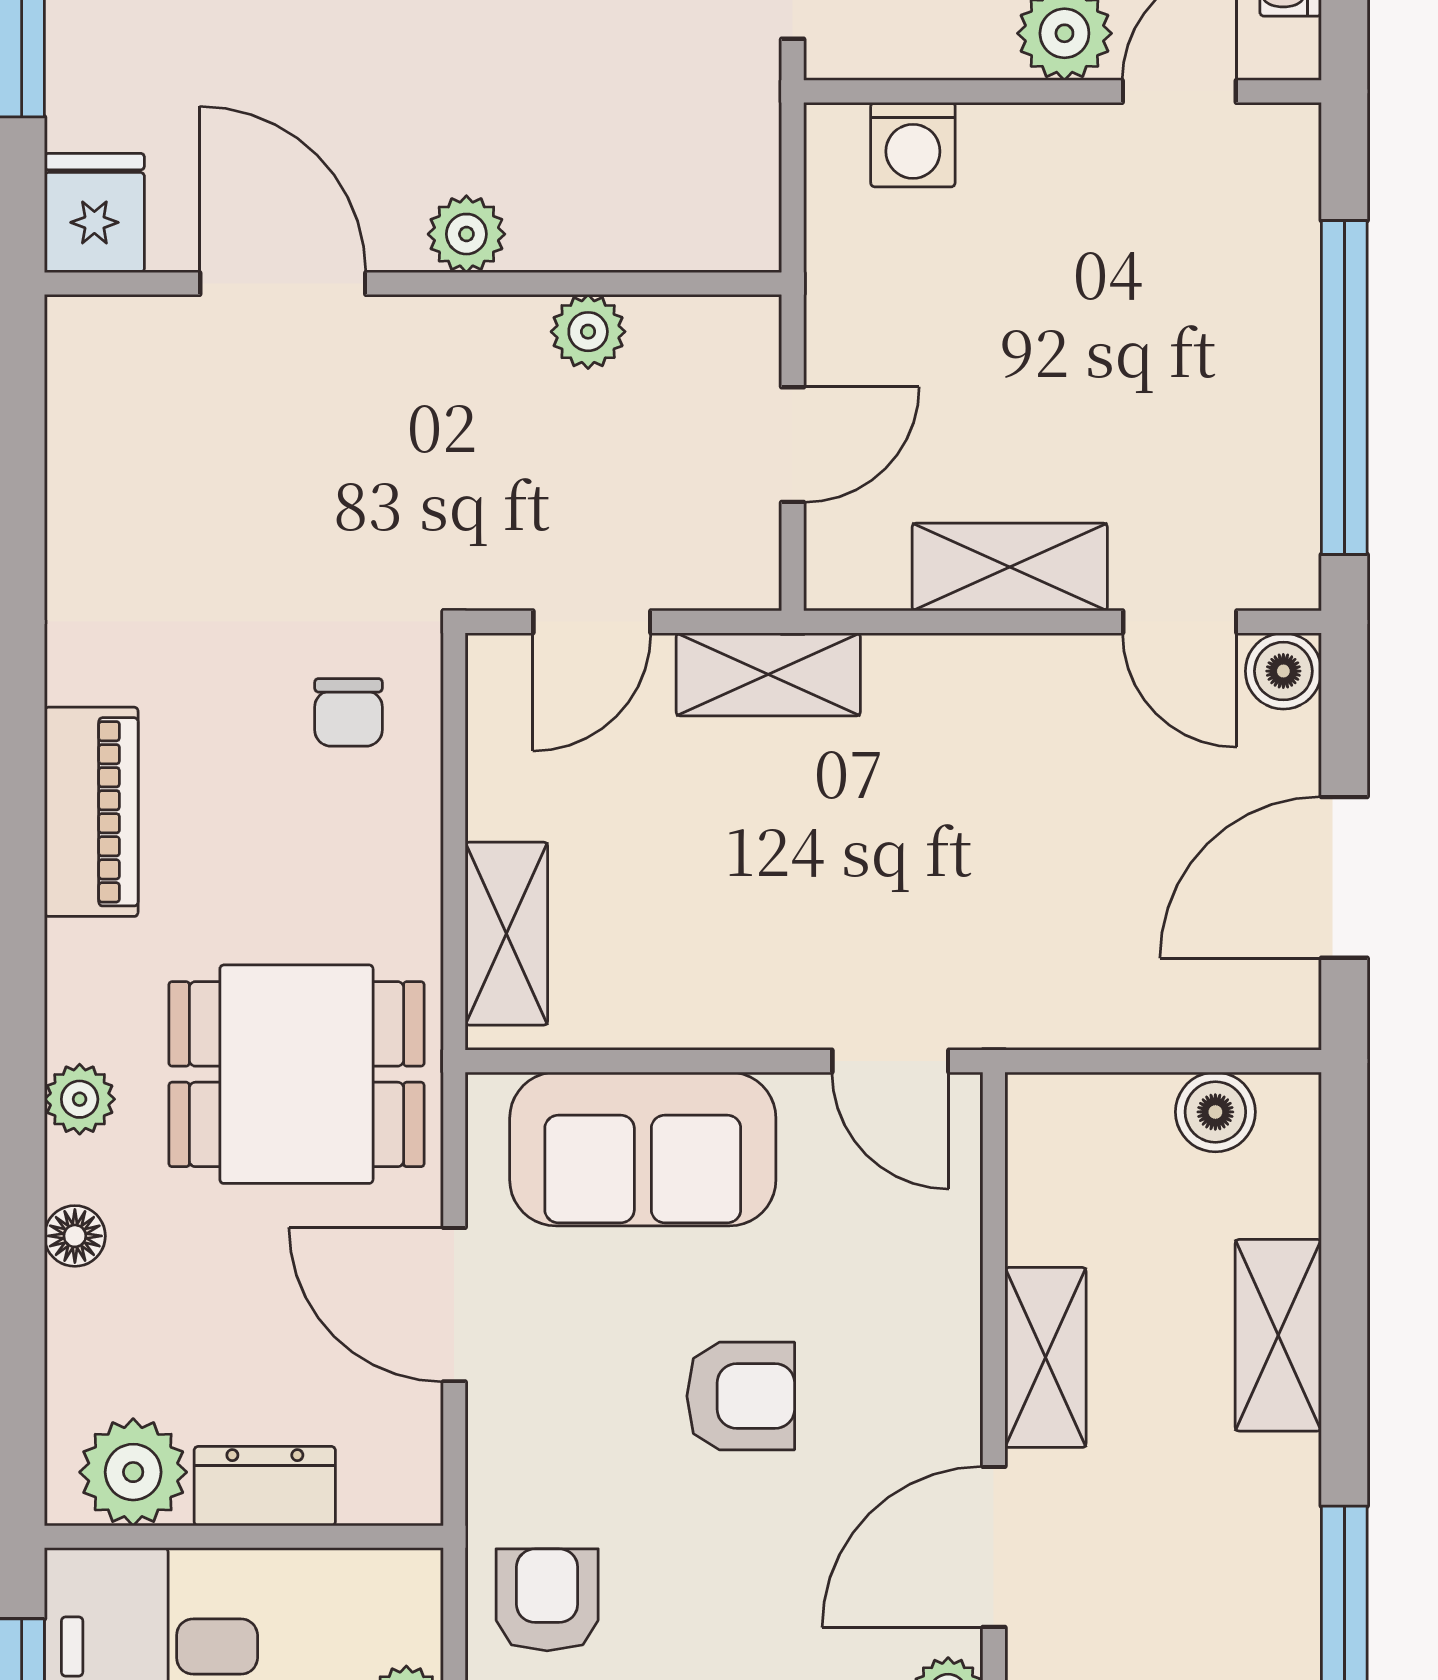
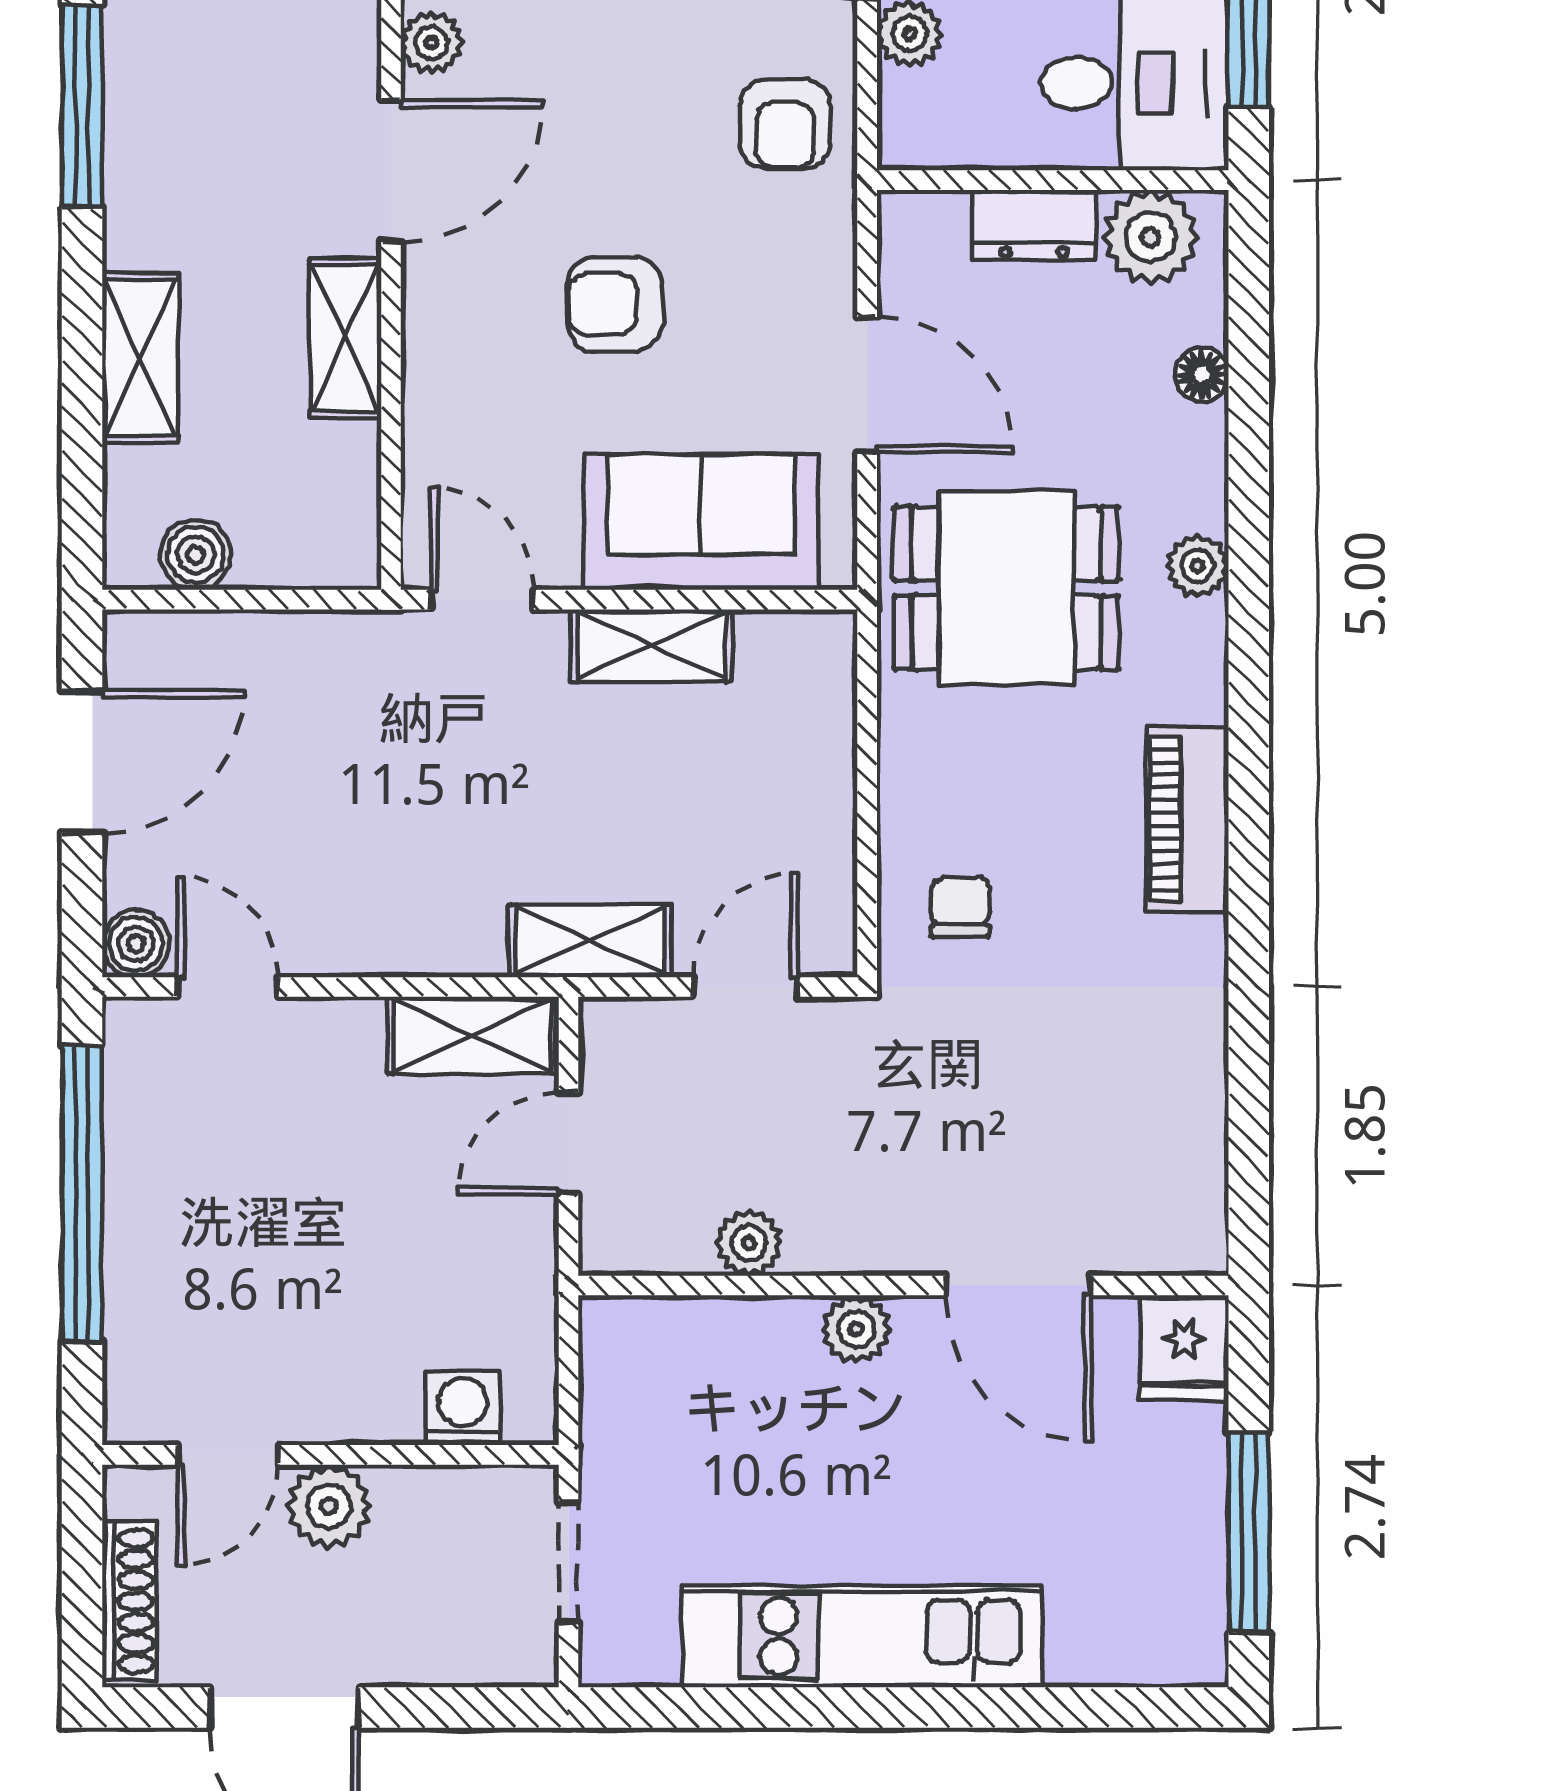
shelving: (1010, 567) -> (473, 1035), moved
shelving: (506, 934) -> (651, 646), moved, turned 90
floor lamp: (75, 1236) -> (1202, 375), moved

